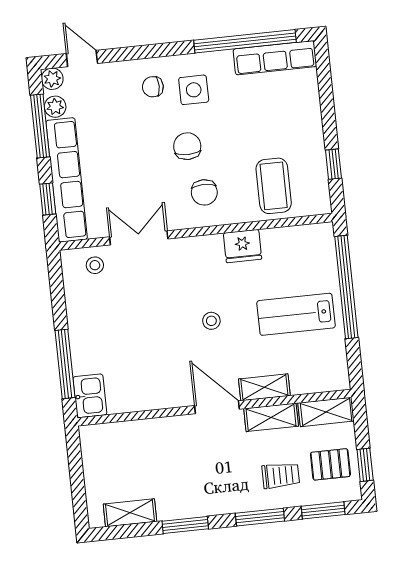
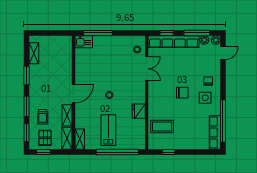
chair: (204, 192) -> (162, 98), removed
shelving: (264, 387) -> (80, 139), moved

